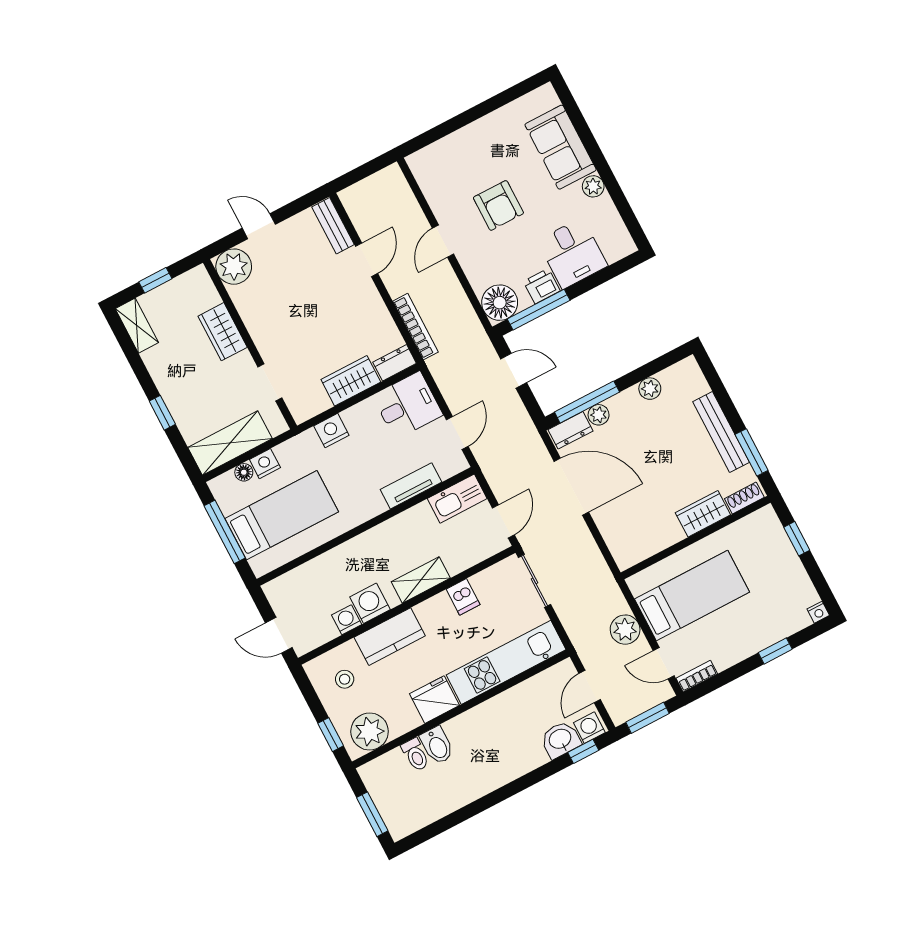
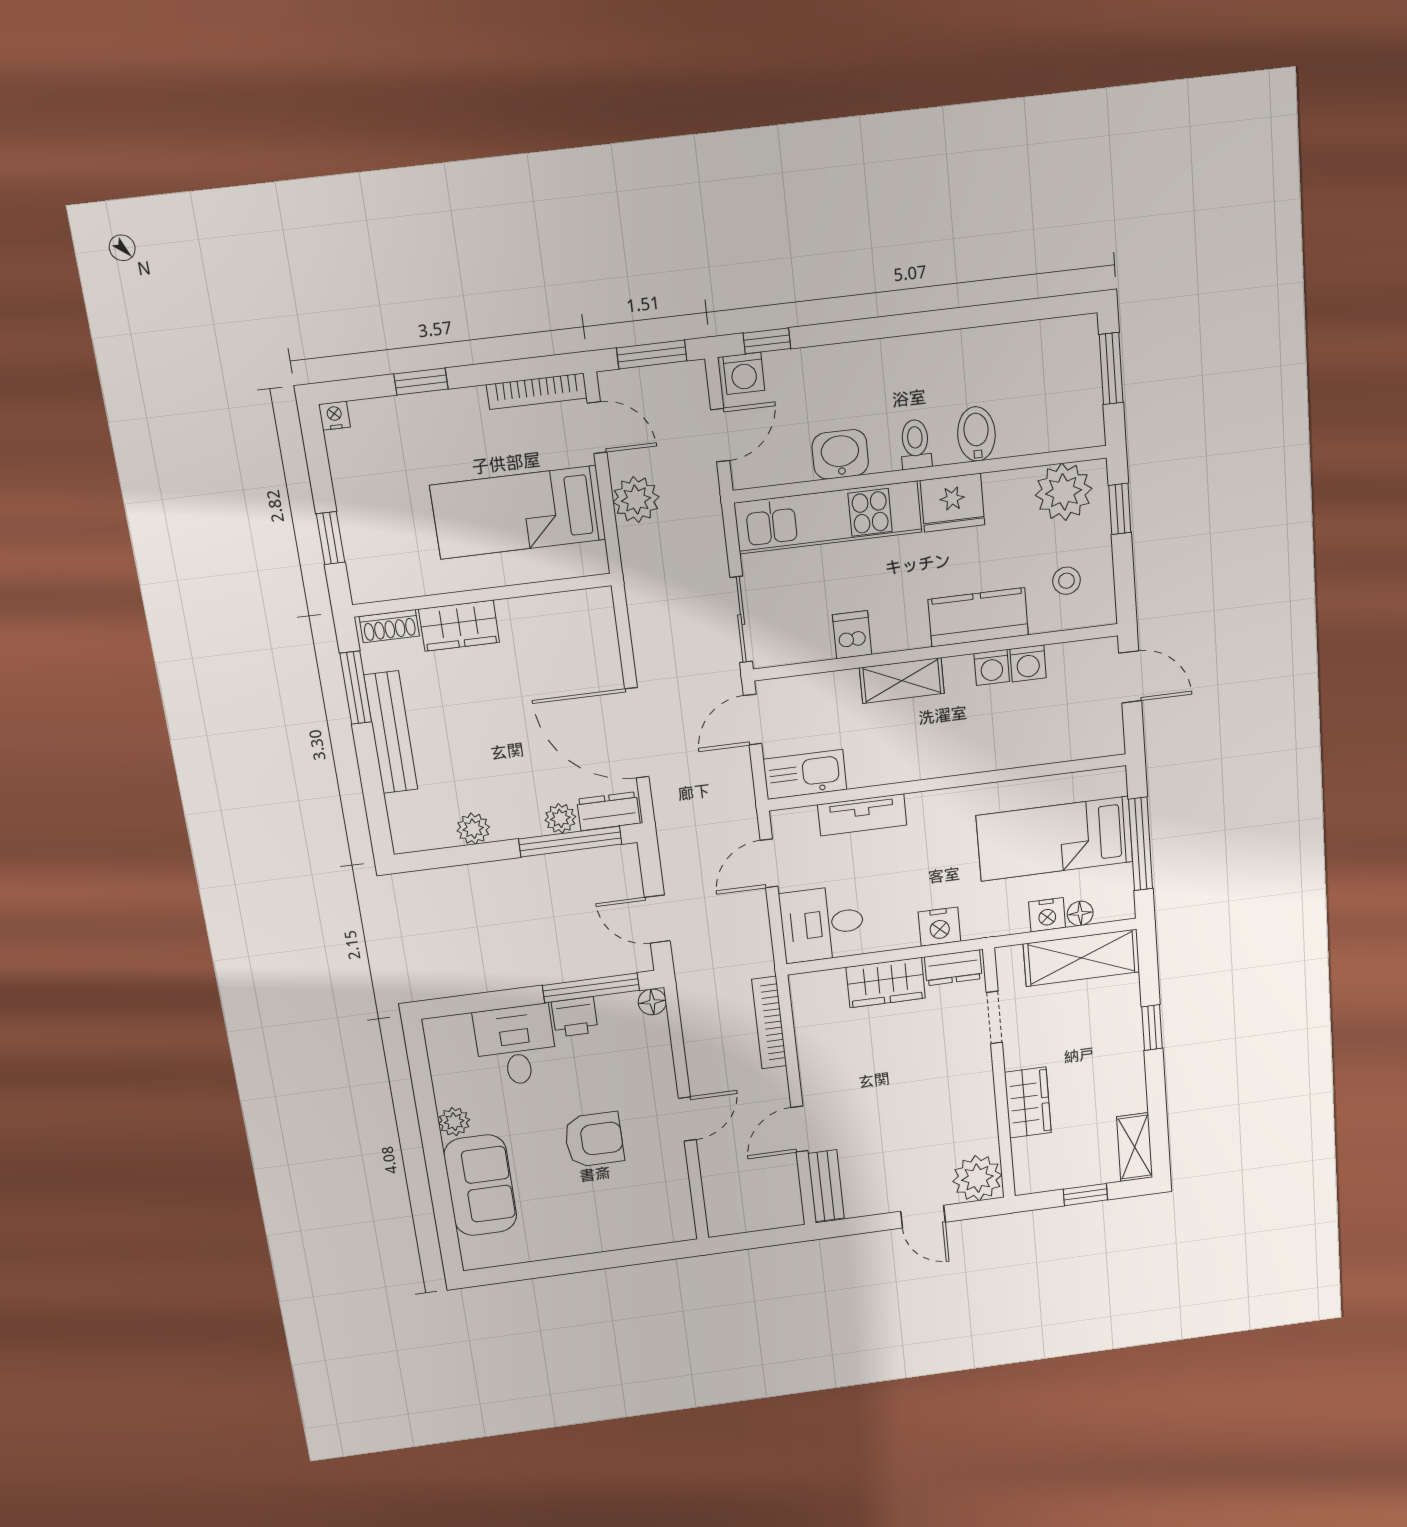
armchair: (498, 205) -> (594, 1139), turned 90
floor lamp: (500, 303) -> (652, 1002), width x0.53, depth x0.53
dresser: (395, 363) -> (953, 968), moved
washing machine: (370, 603) -> (992, 668), width x0.73, depth x0.73
bookcase: (697, 676) -> (537, 391), width x1.56
washbasin: (560, 739) -> (840, 454), moved, turned 180
toilet: (415, 755) -> (915, 444), moved

